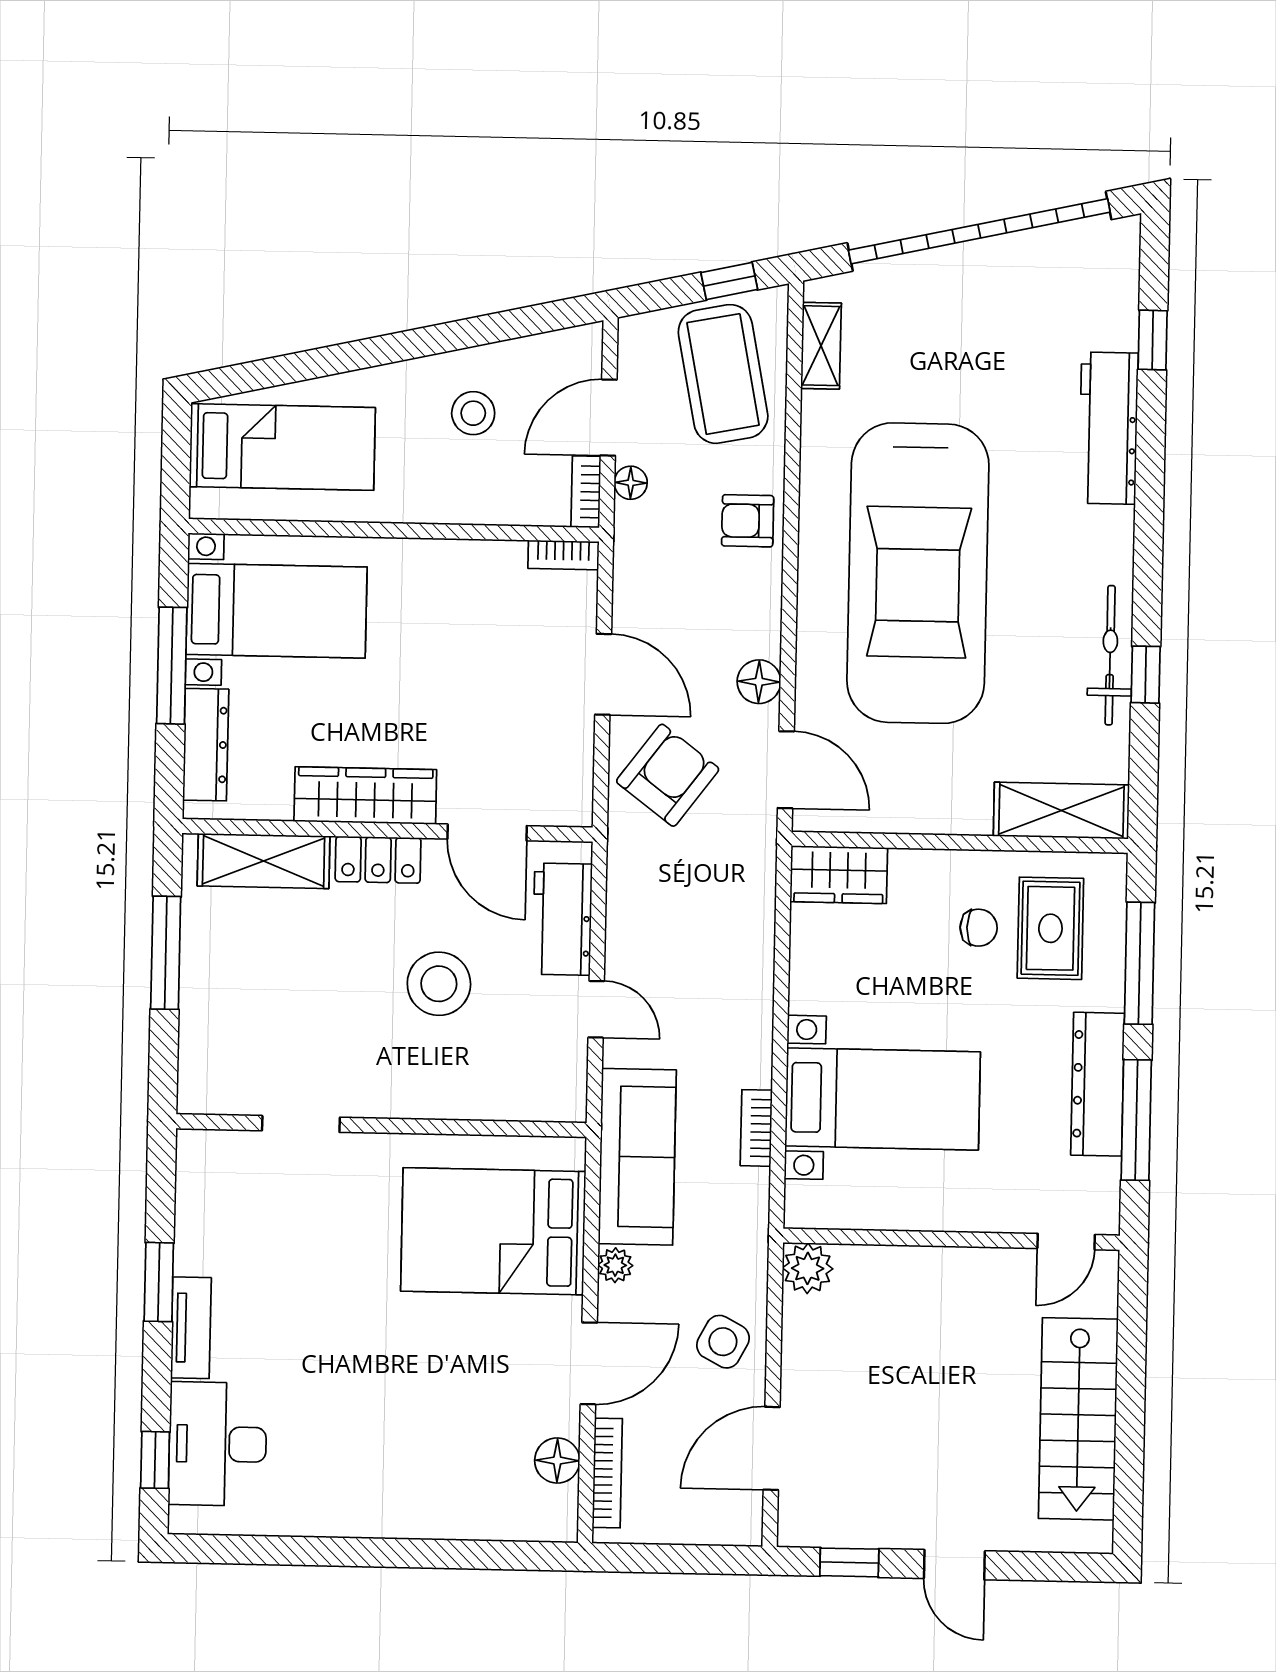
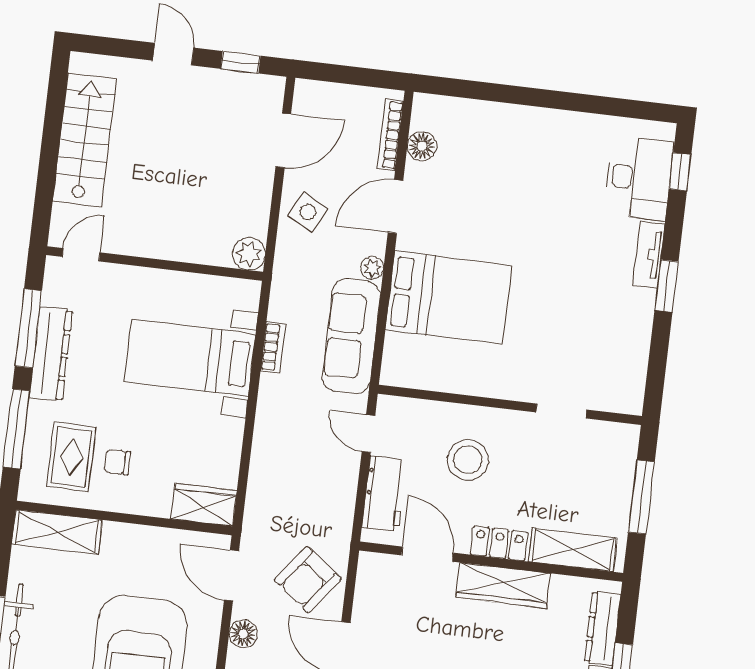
doorway: (301, 1124) -> (561, 411), moved
wall: (381, 1126) -> (510, 405), moved

